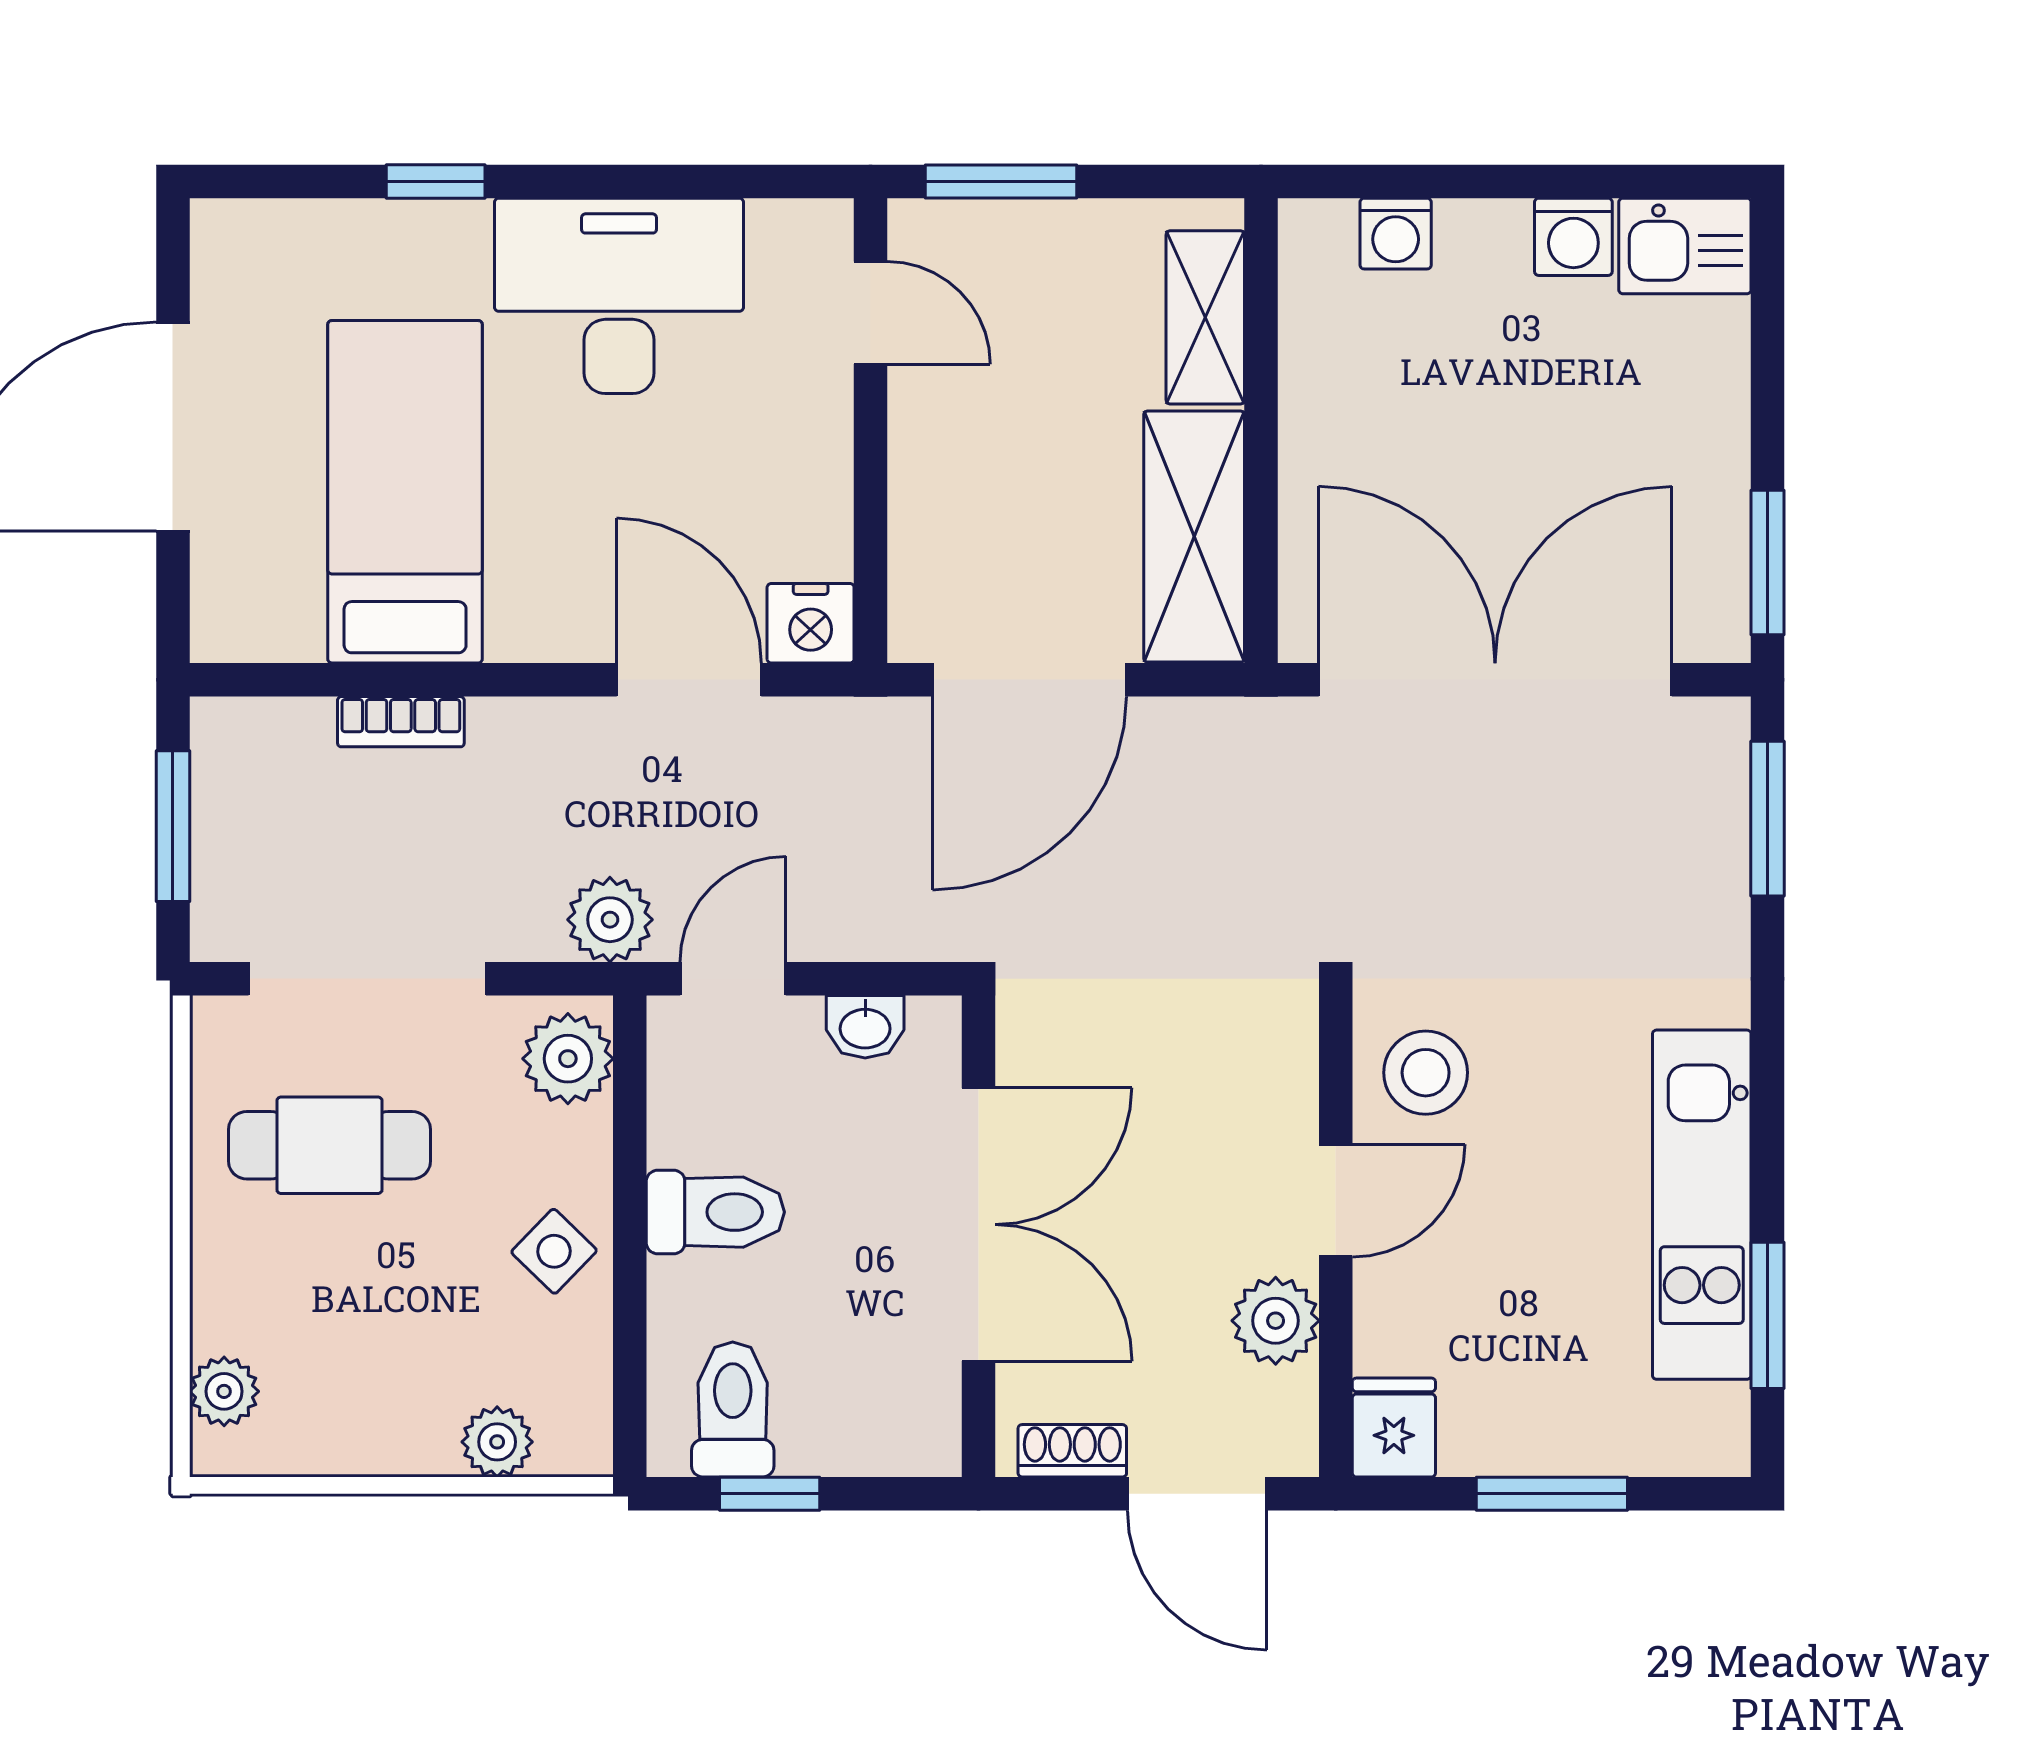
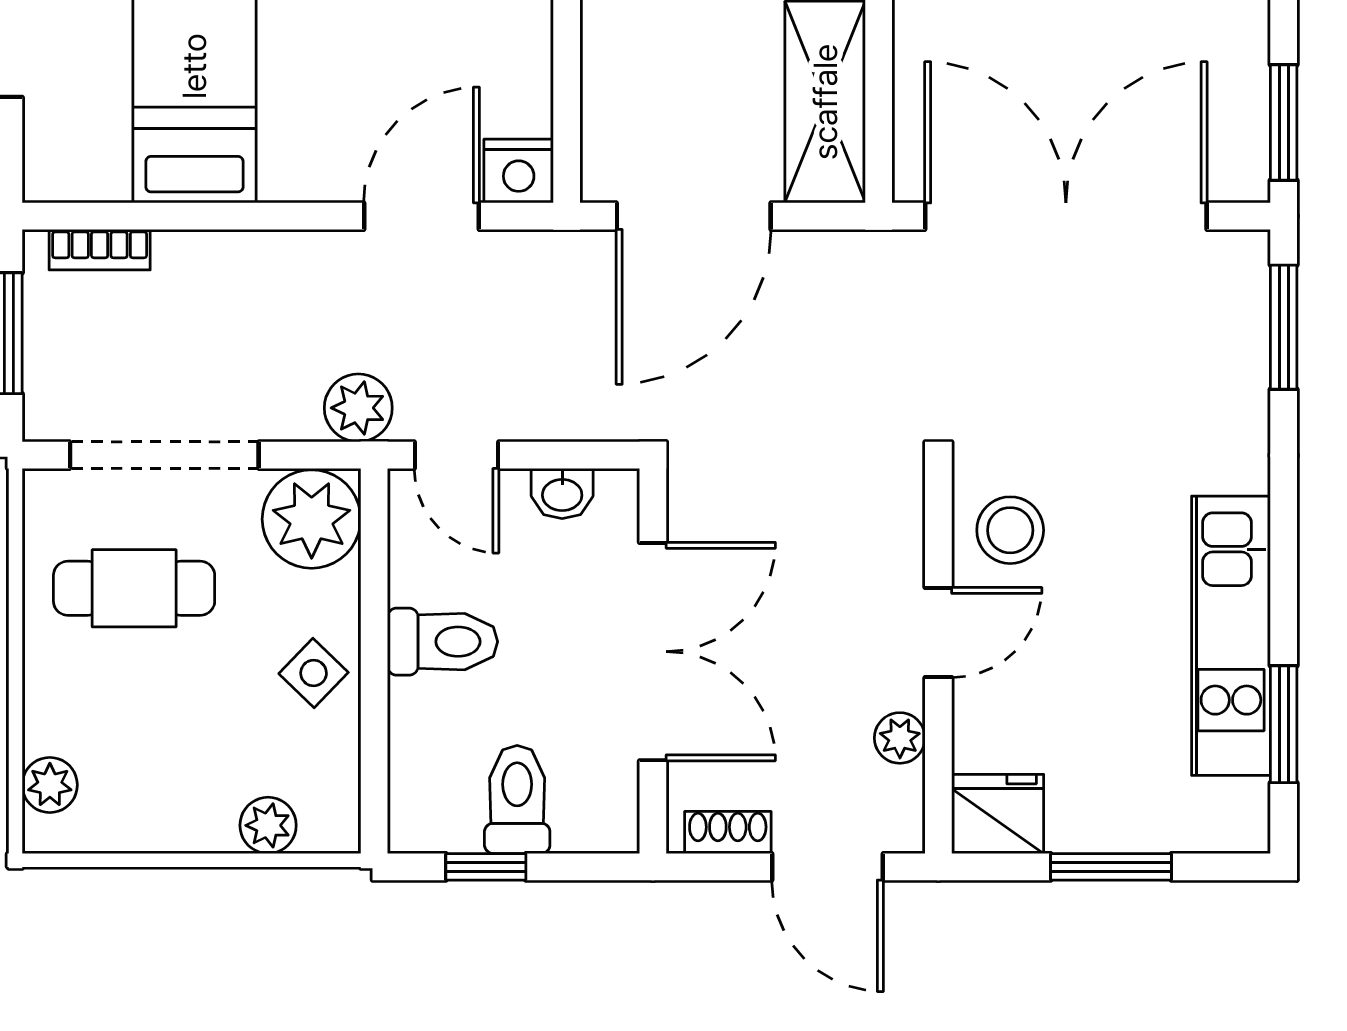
door: (689, 680) -> (421, 216), hinge flipped
bookcase: (401, 722) -> (100, 250), moved
door: (733, 979) -> (457, 455), swing flipped
plant: (568, 1059) -> (312, 519), width x1.36, depth x1.36
plant: (1276, 1321) -> (900, 738), width x0.73, depth x0.73
toilet: (733, 1410) -> (517, 799), moved
fridge: (1394, 1428) -> (998, 814), width x1.38

